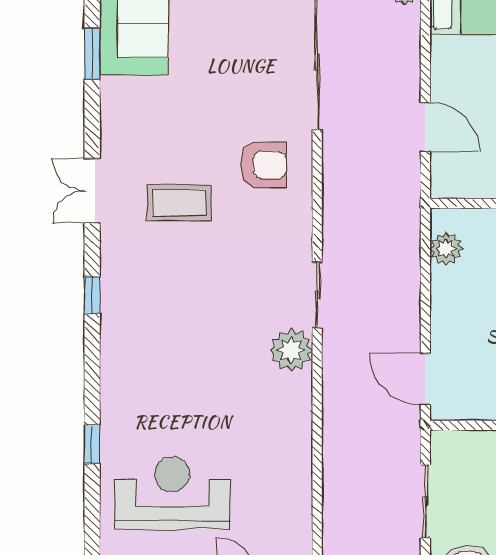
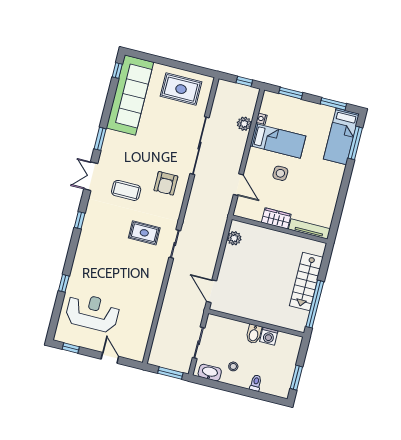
window: (92, 54) -> (100, 139), moved
armchair: (263, 165) -> (166, 183), turned 90
rug: (243, 287) -> (144, 233), added
plant: (291, 350) -> (158, 265), removed

